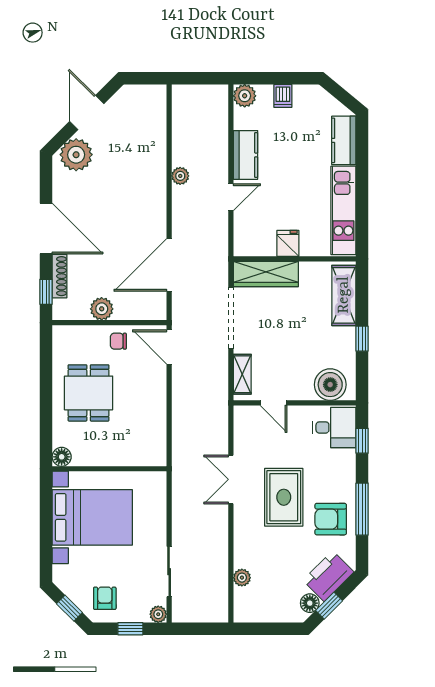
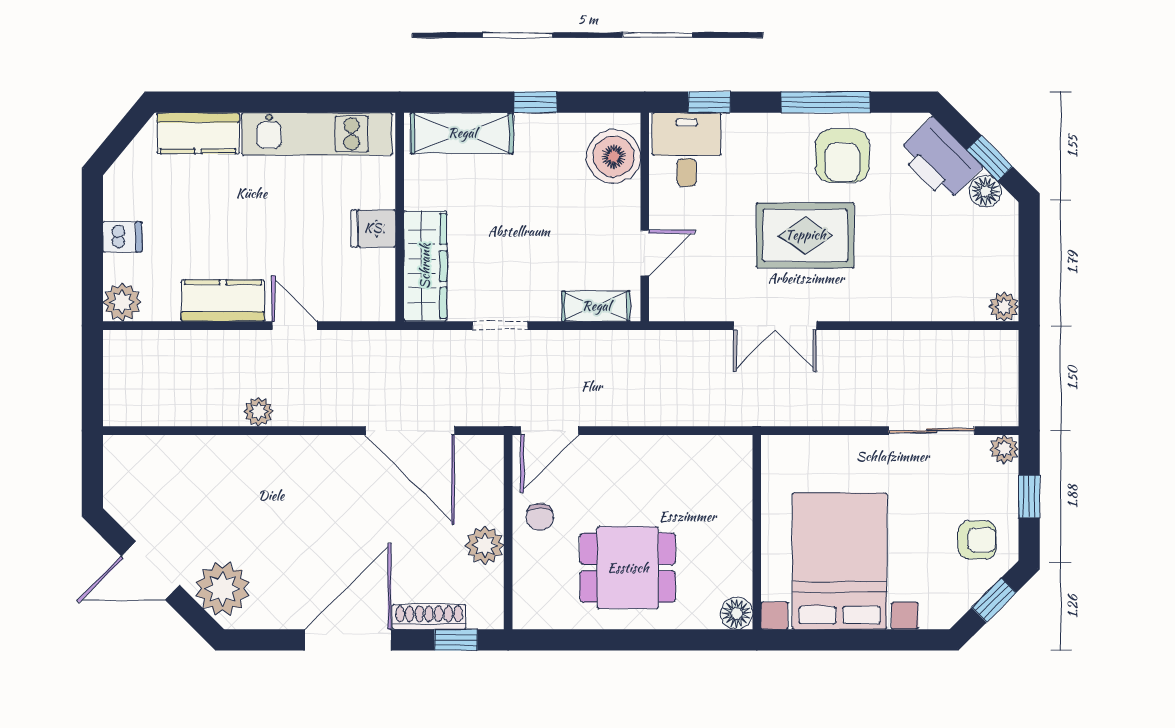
doorway: (231, 318) -> (500, 326), width x0.53
plant: (242, 578) -> (1004, 307), moved
armchair: (105, 598) -> (977, 540), turned 180

